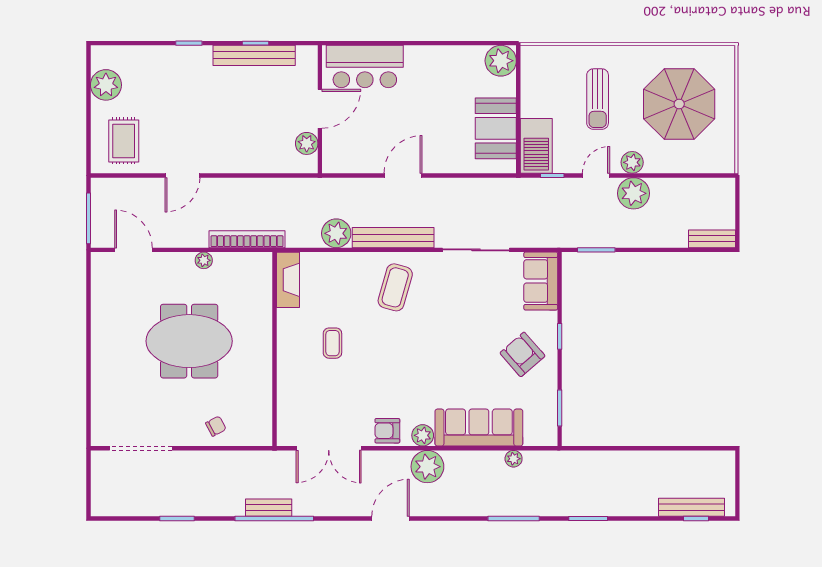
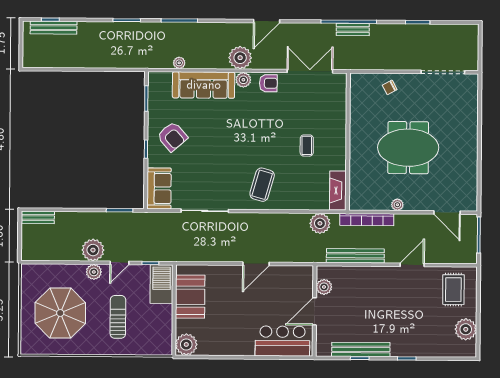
plant: (336, 233) -> (320, 223), moved
bench: (393, 238) -> (355, 256), moved

